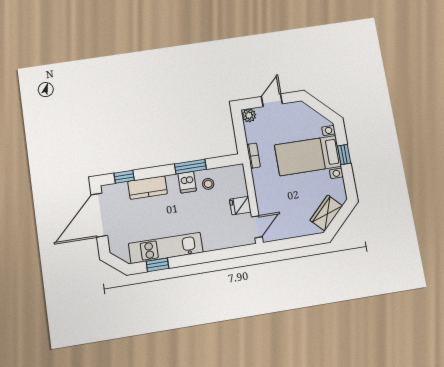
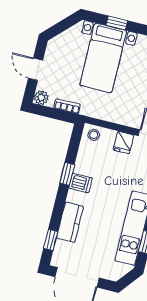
bookcase: (253, 156) -> (67, 106), moved
window: (190, 167) -> (67, 174), width x0.67
stool: (208, 184) -> (94, 135), moved

